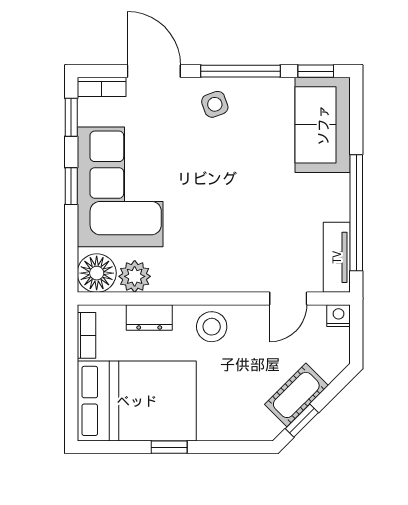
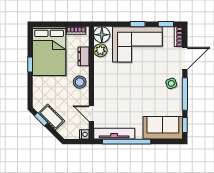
tv unit: (337, 257) -> (114, 134), width x1.41

